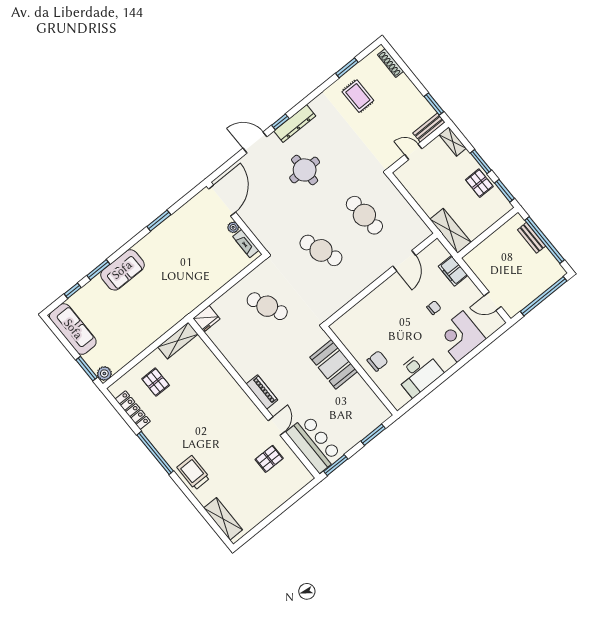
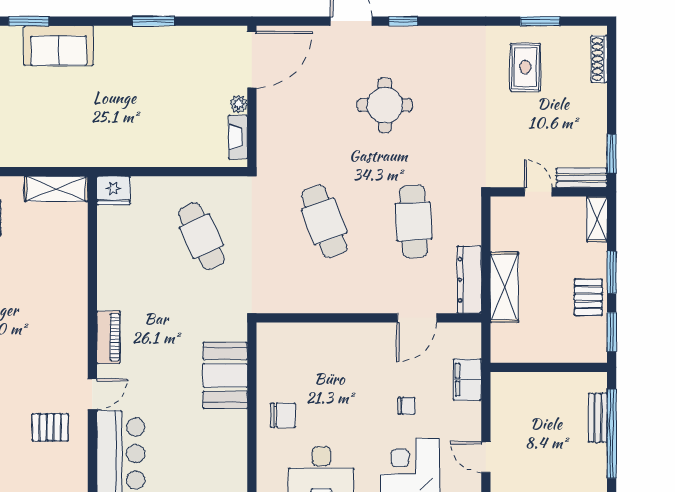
dresser: (295, 123) -> (469, 280), moved, turned 90
shelving: (450, 231) -> (504, 287), moved

